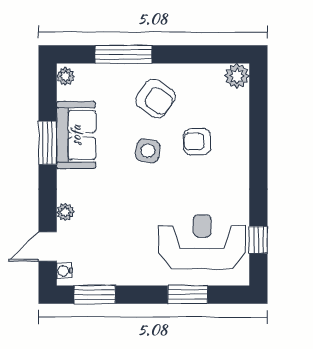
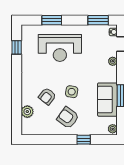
window: (124, 54) -> (84, 140), width x0.46
plant: (237, 76) -> (27, 112), moved
armchair: (197, 142) -> (47, 96), turned 128
reception desk: (202, 242) -> (60, 48), moved

